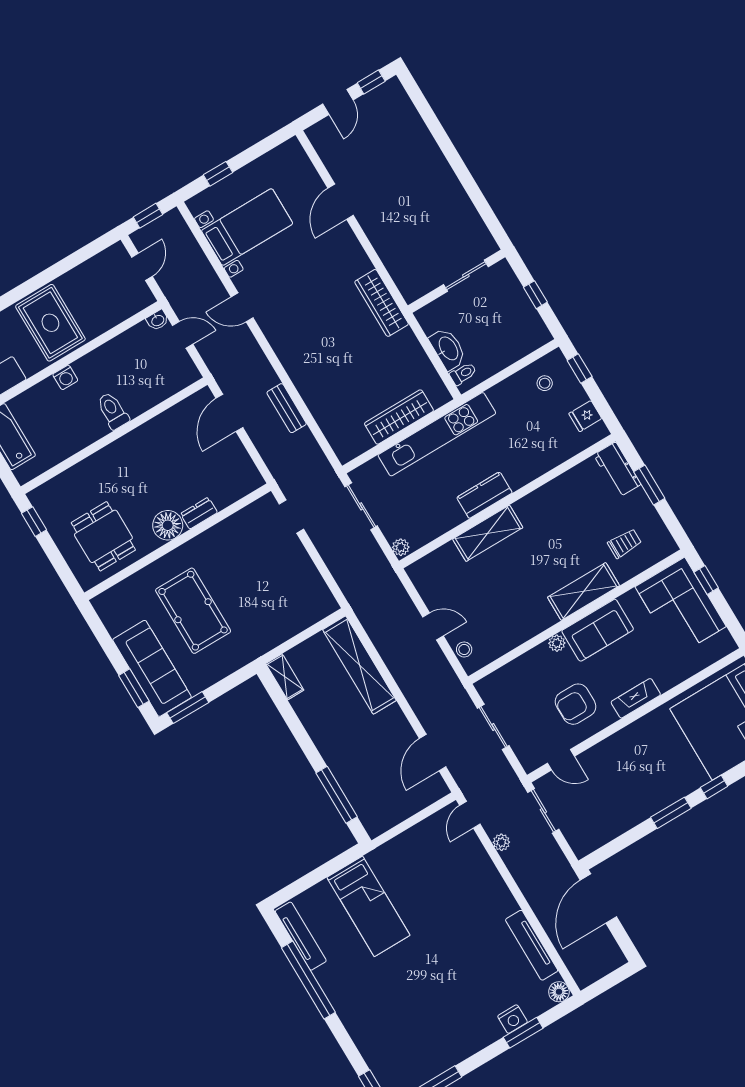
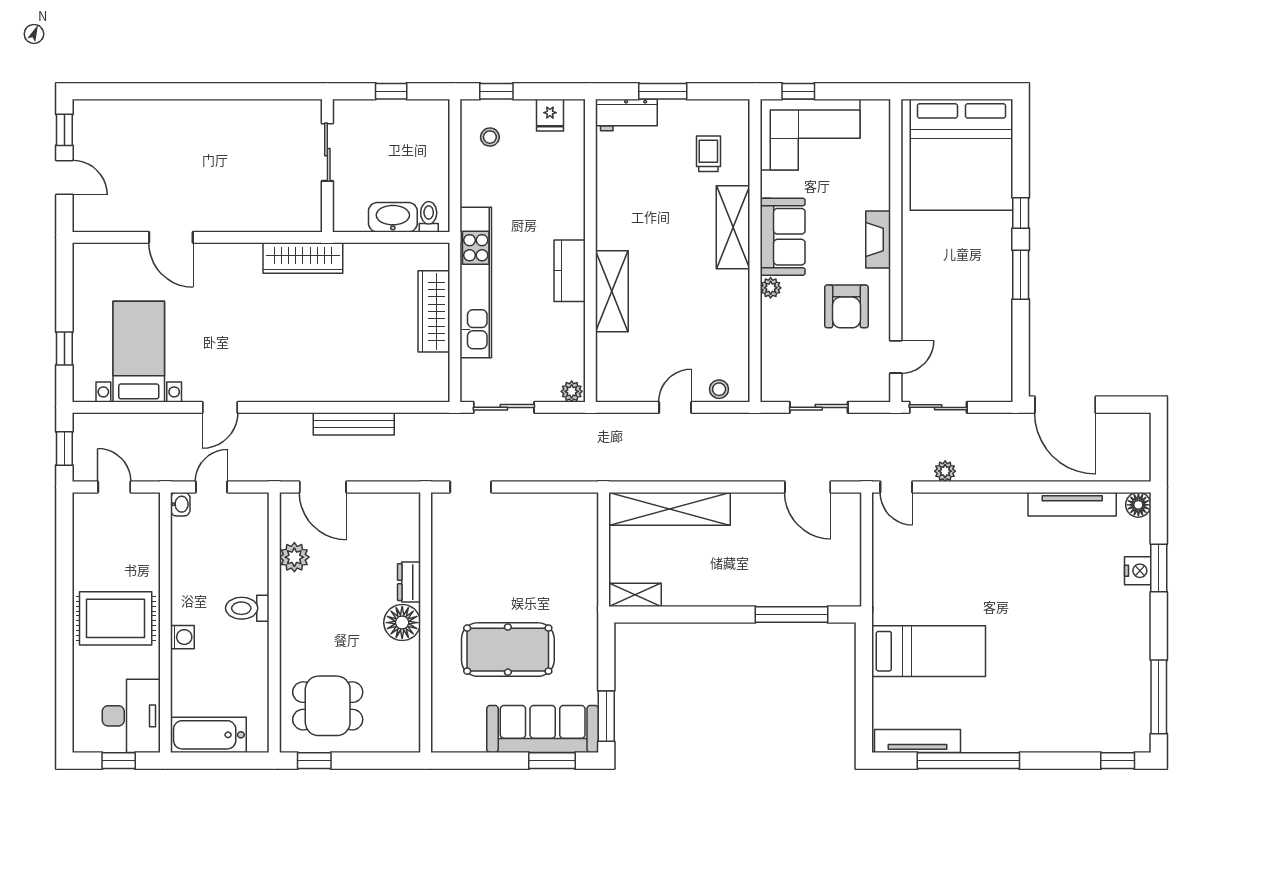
bench: (287, 408) -> (354, 424), width x1.36
plant: (168, 422) -> (294, 557), added
dining table: (103, 536) -> (328, 706), moved

